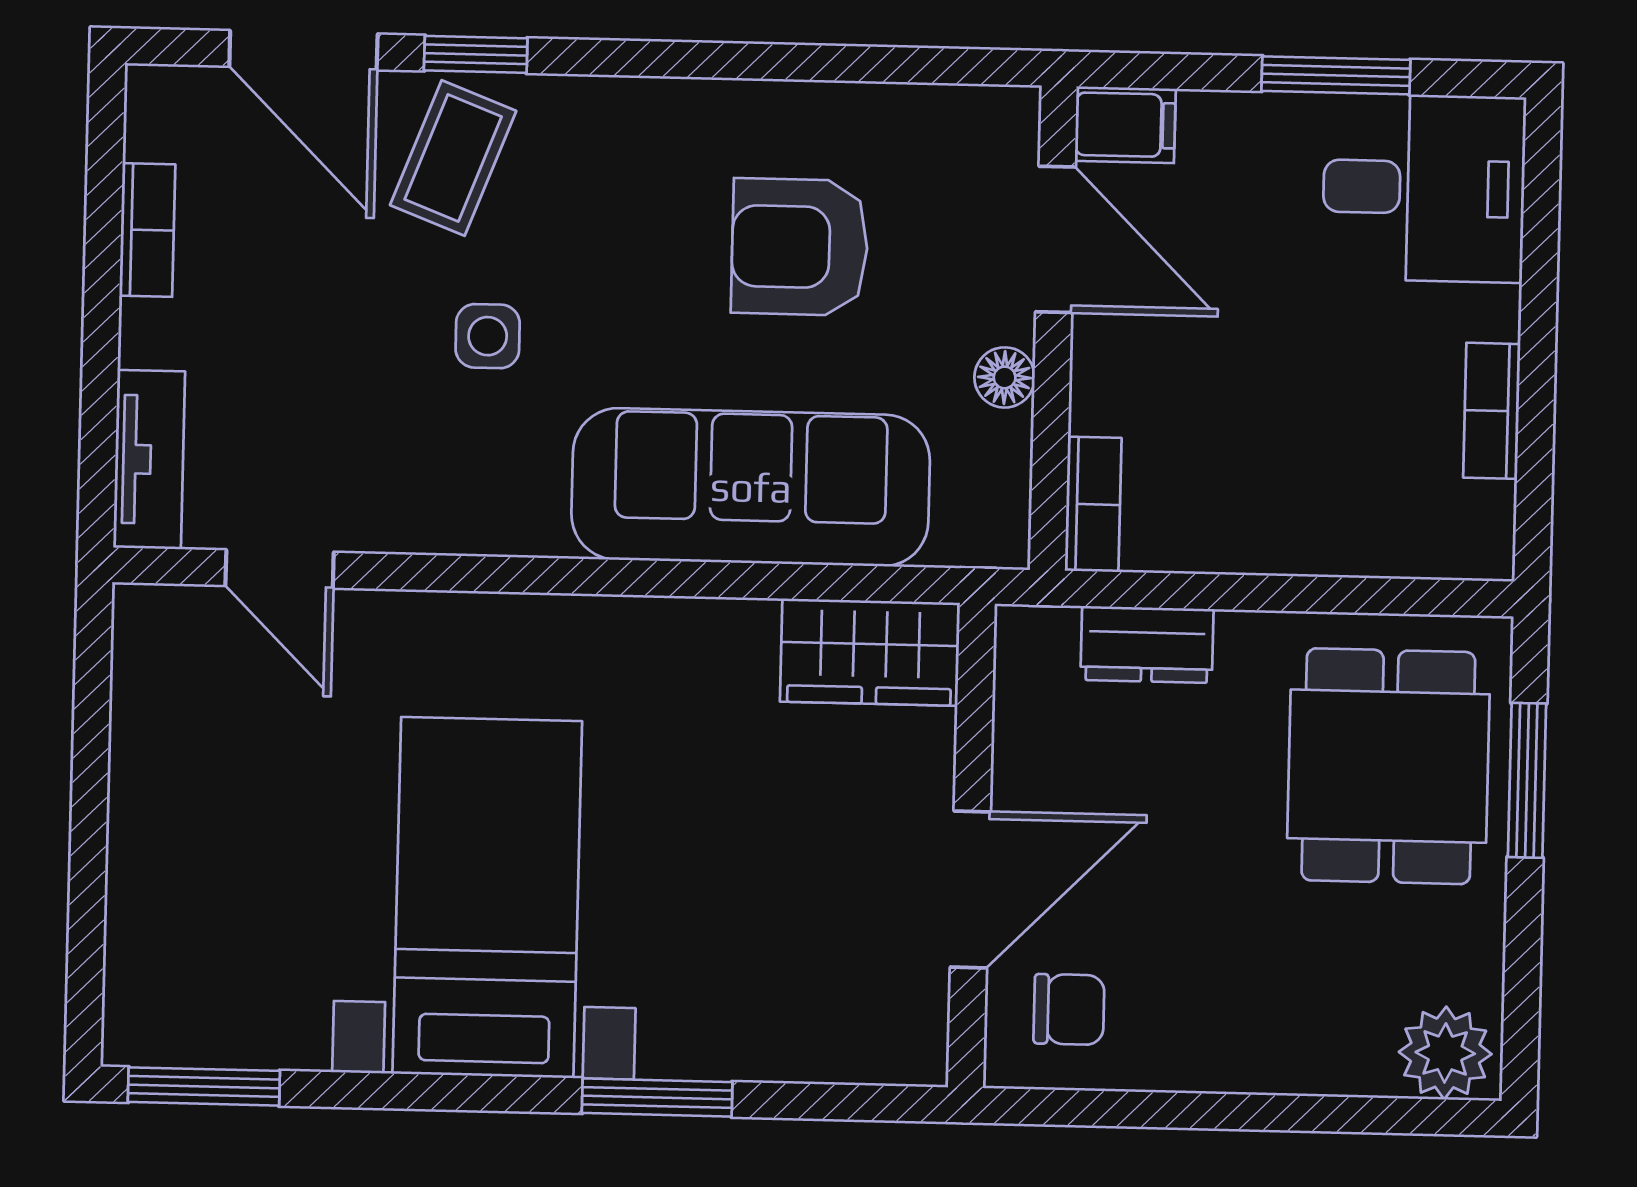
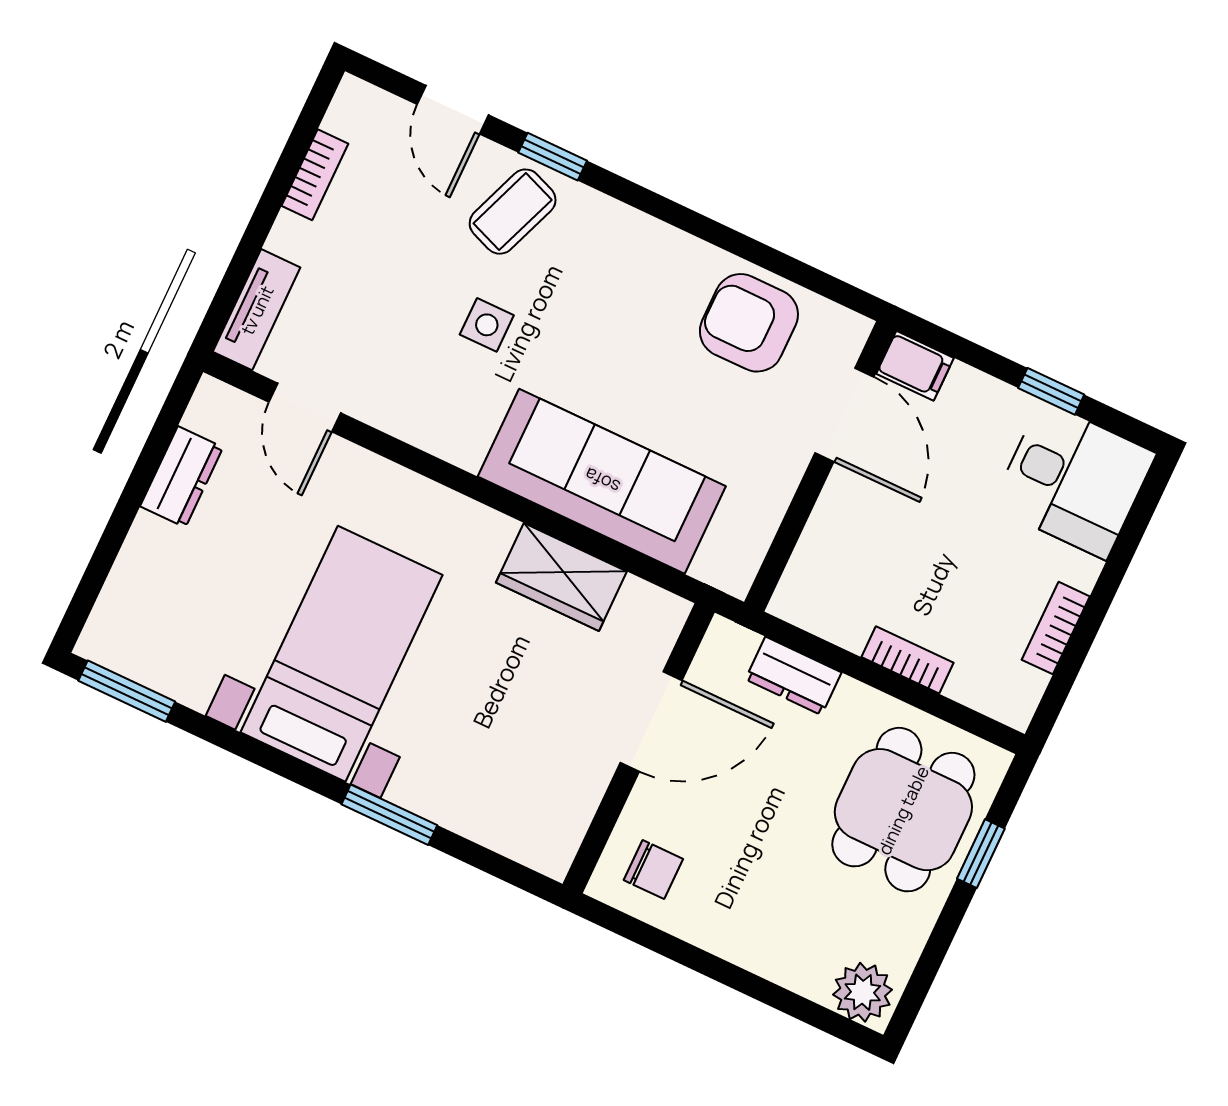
door: (303, 50) -> (453, 110), width x0.73
window: (1336, 75) -> (1051, 391), width x0.67
armchair: (800, 247) -> (749, 323), moved
floor lamp: (1005, 377) -> (779, 483), removed
bookcase: (1093, 504) -> (907, 660), moved, turned -90
wardrobe: (870, 652) -> (561, 577), moved
dresser: (147, 746) -> (182, 477), added
window: (1527, 780) -> (981, 854), width x0.67
door: (970, 890) -> (651, 721), moved

